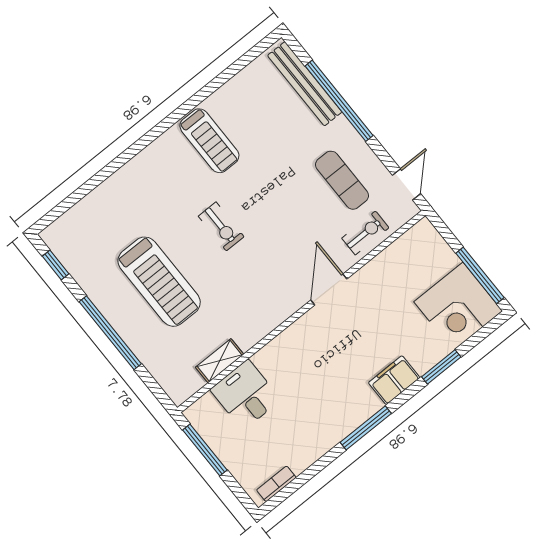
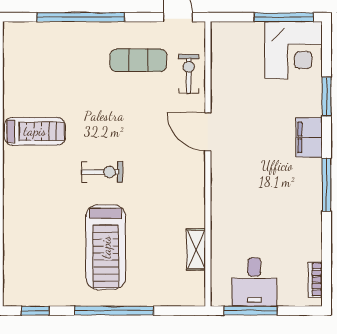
bench: (305, 84) -> (49, 32), removed
treadmill: (159, 282) -> (106, 247), turned 90
desk: (246, 395) -> (254, 282), moved, turned -90

